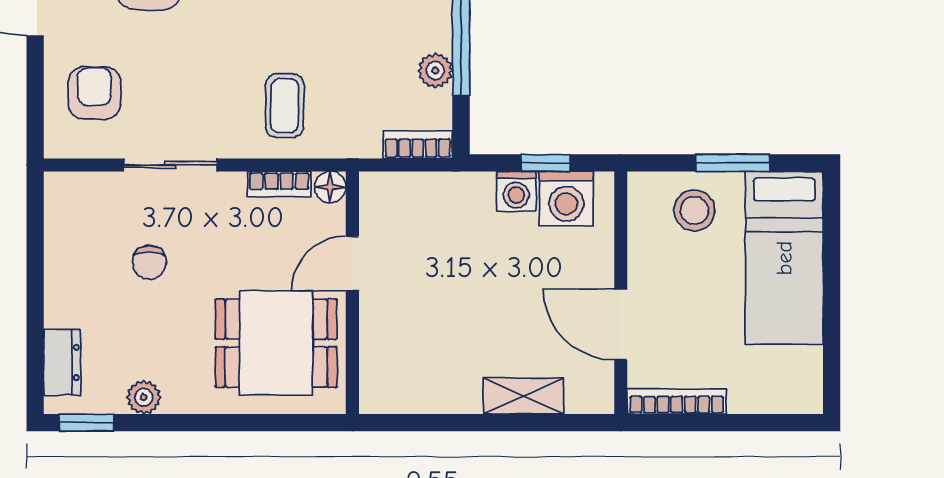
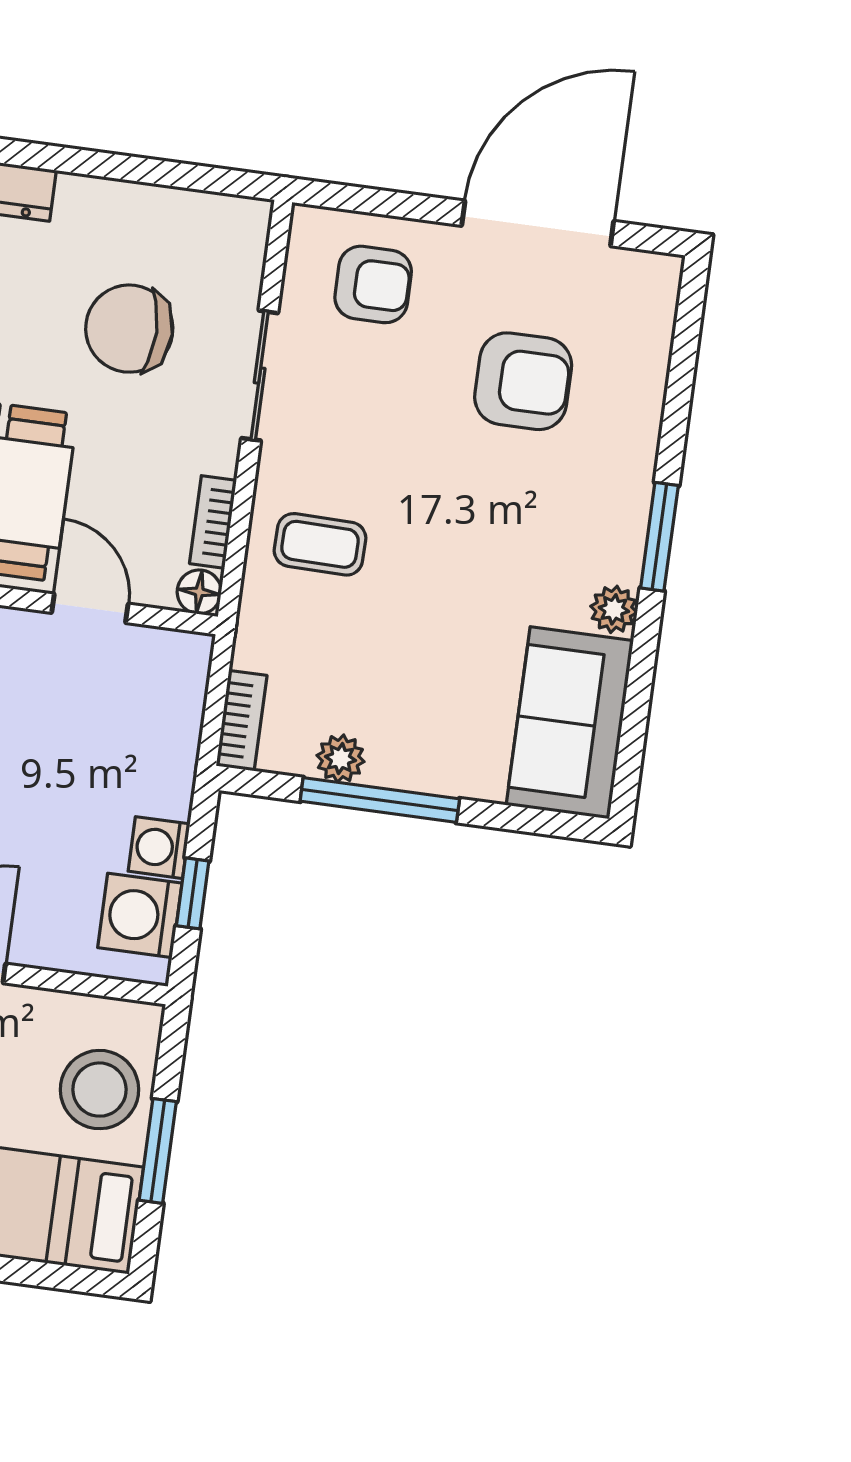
stool: (694, 210) -> (100, 1090), width x1.38, depth x1.38
chair: (149, 262) -> (129, 329), width x1.87, depth x1.87

